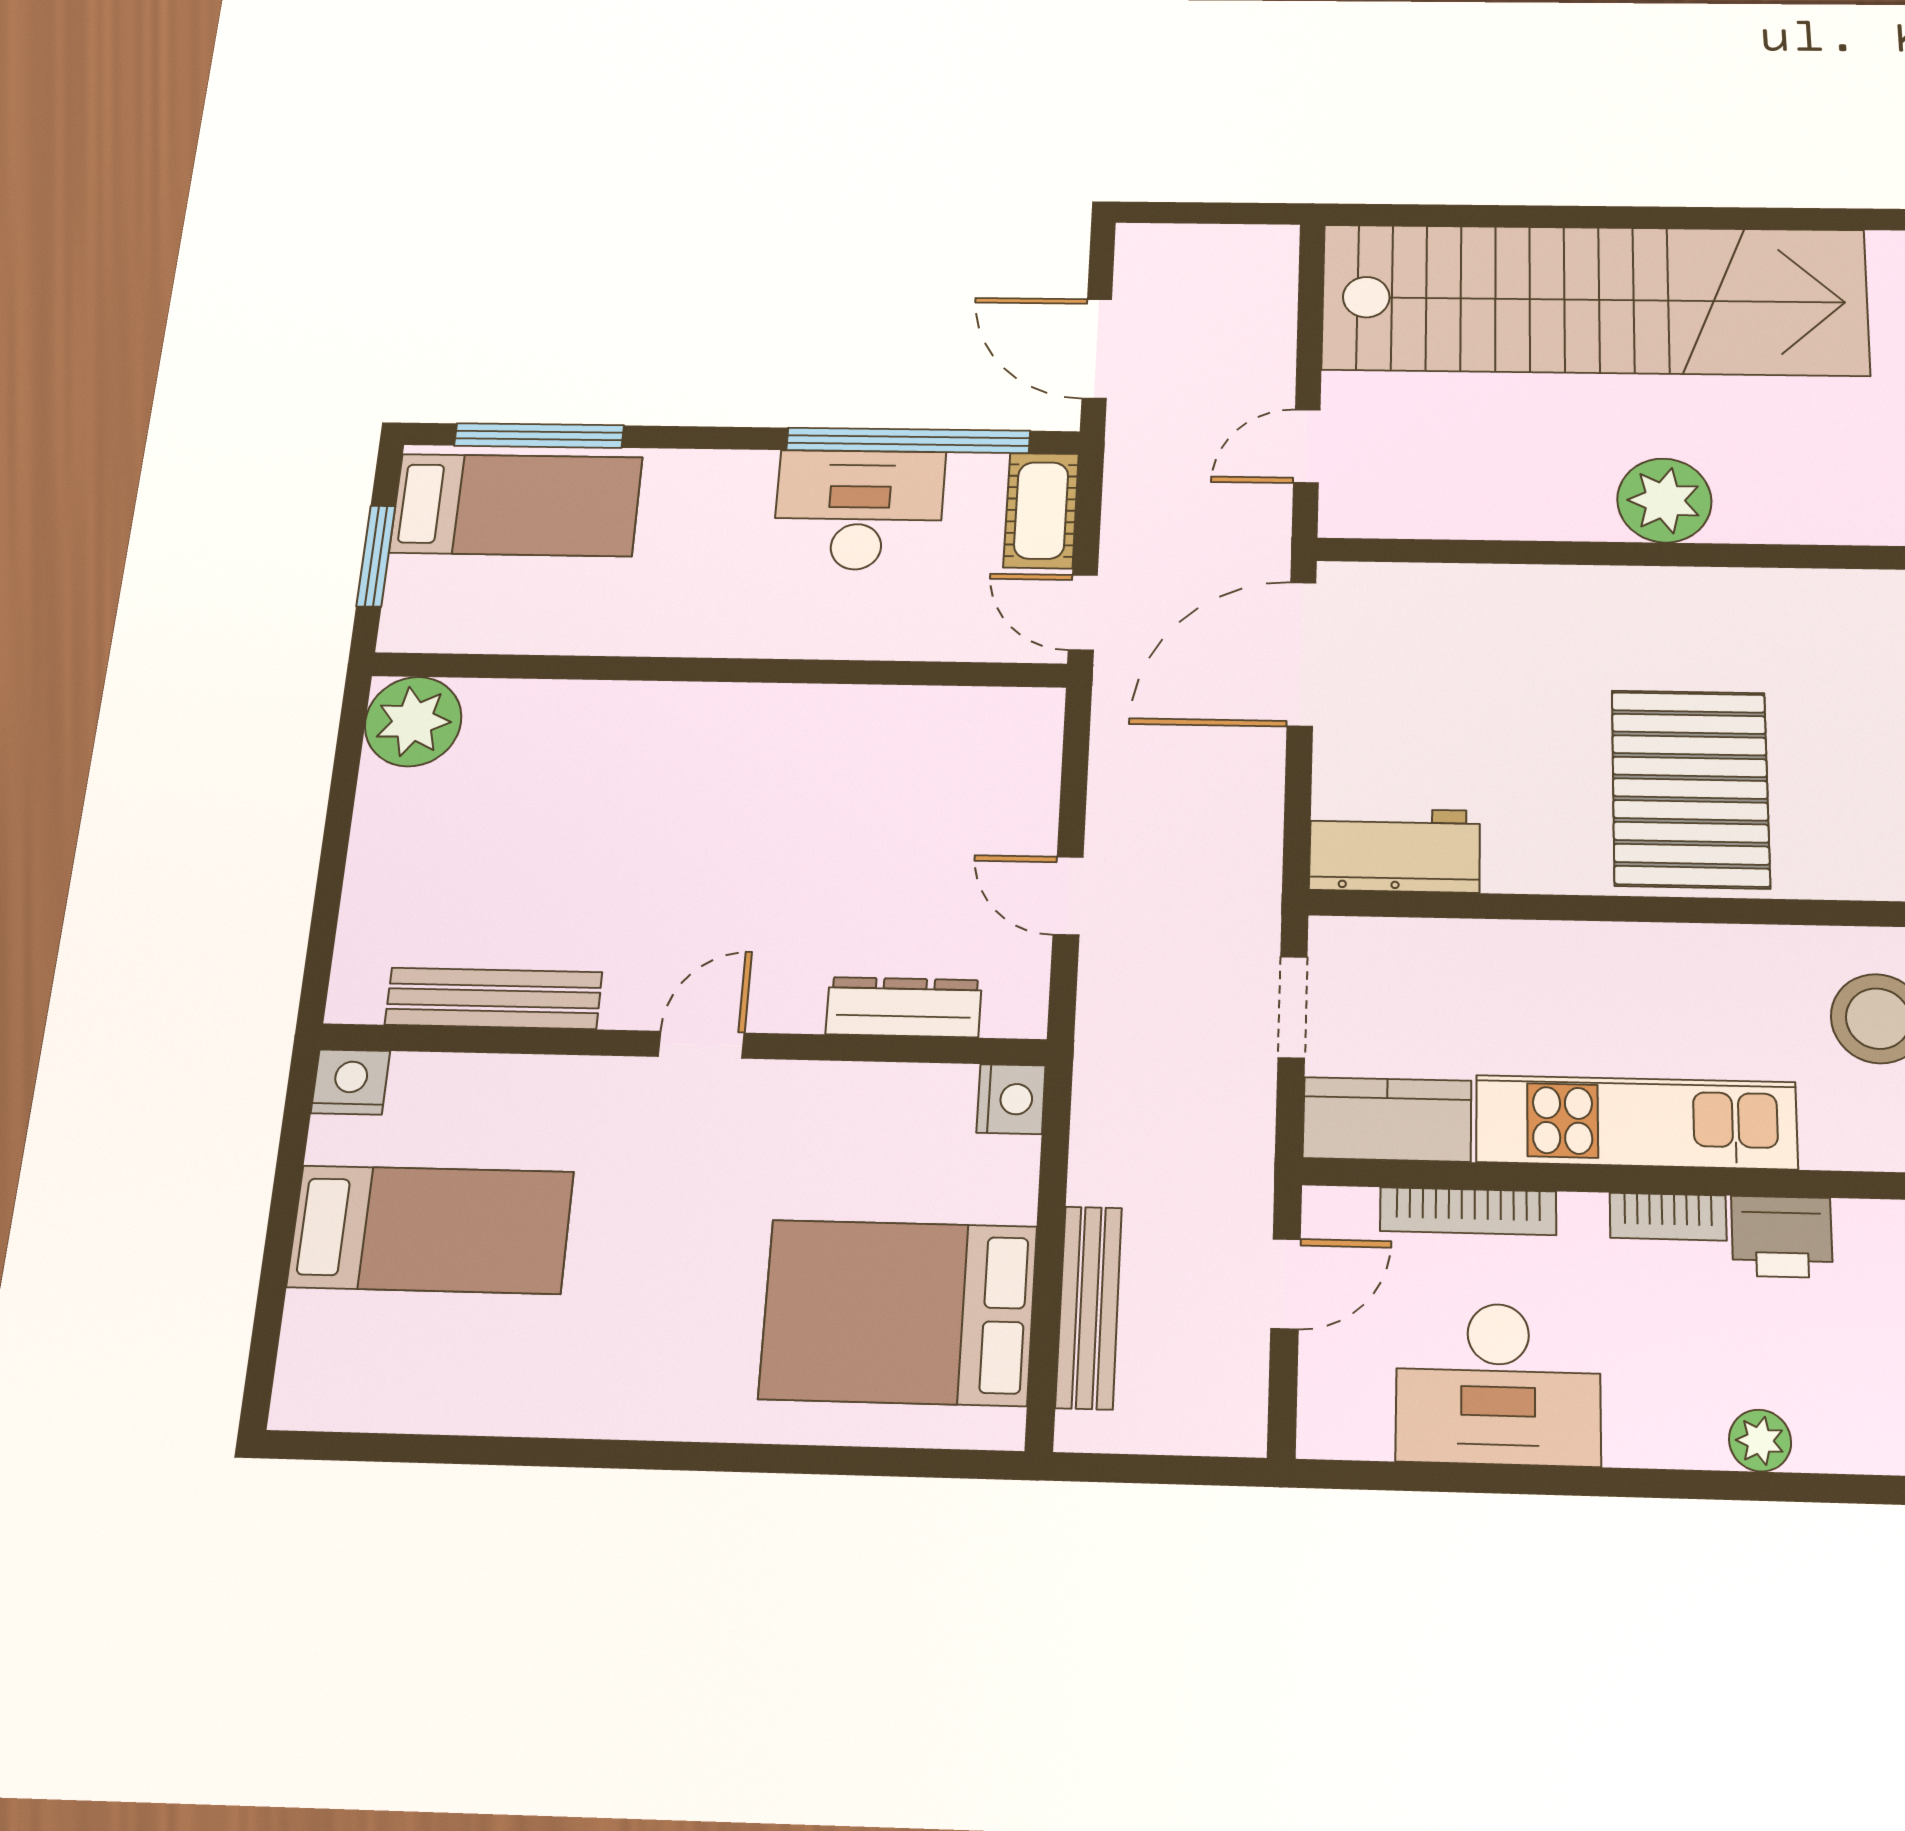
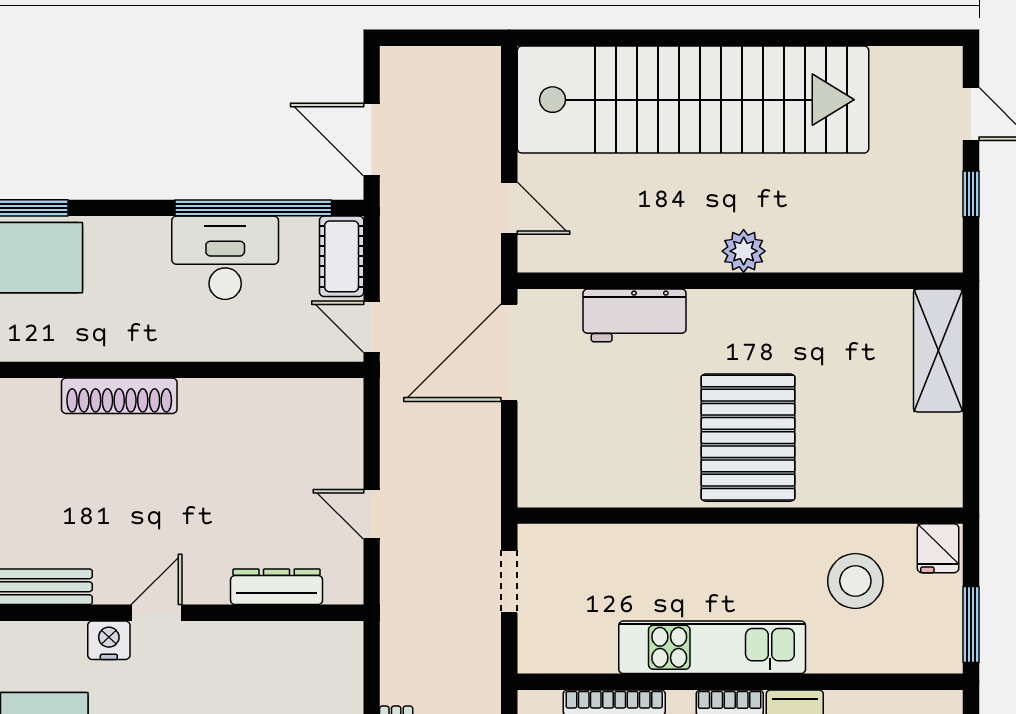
door: (1307, 446) -> (509, 208), swing flipped
plant: (1664, 500) -> (744, 251), width x0.73, depth x0.73
shoe rack: (674, 708) -> (119, 396), added
workbench: (1395, 850) -> (635, 315), moved, turned 180
nightstand: (1011, 1099) -> (109, 640), moved, turned -90
kitchen counter: (1387, 1119) -> (567, 649), removed

